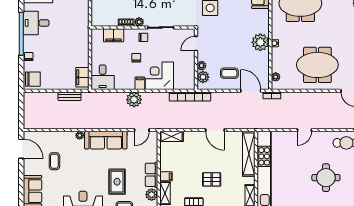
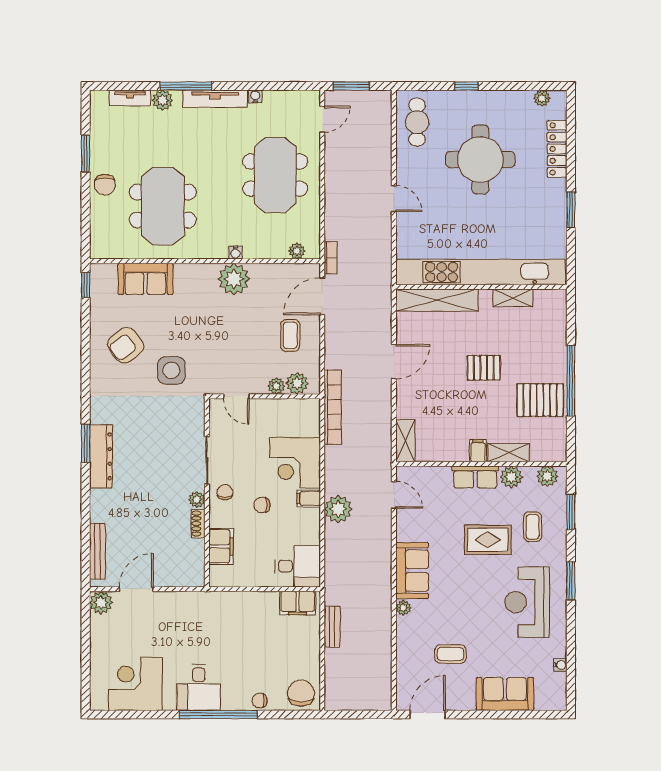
sofa: (106, 140) -> (412, 571), width x0.73
round table: (326, 178) -> (480, 159), width x1.36, depth x1.36
pallet: (212, 179) -> (484, 368), turned 90

